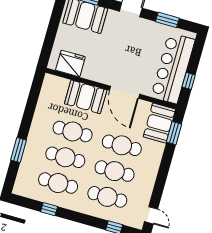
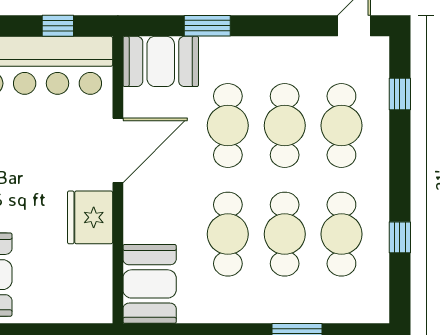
fridge: (70, 63) -> (90, 217), moved
booth: (86, 97) -> (150, 284), moved
window: (174, 133) -> (207, 26), moved

